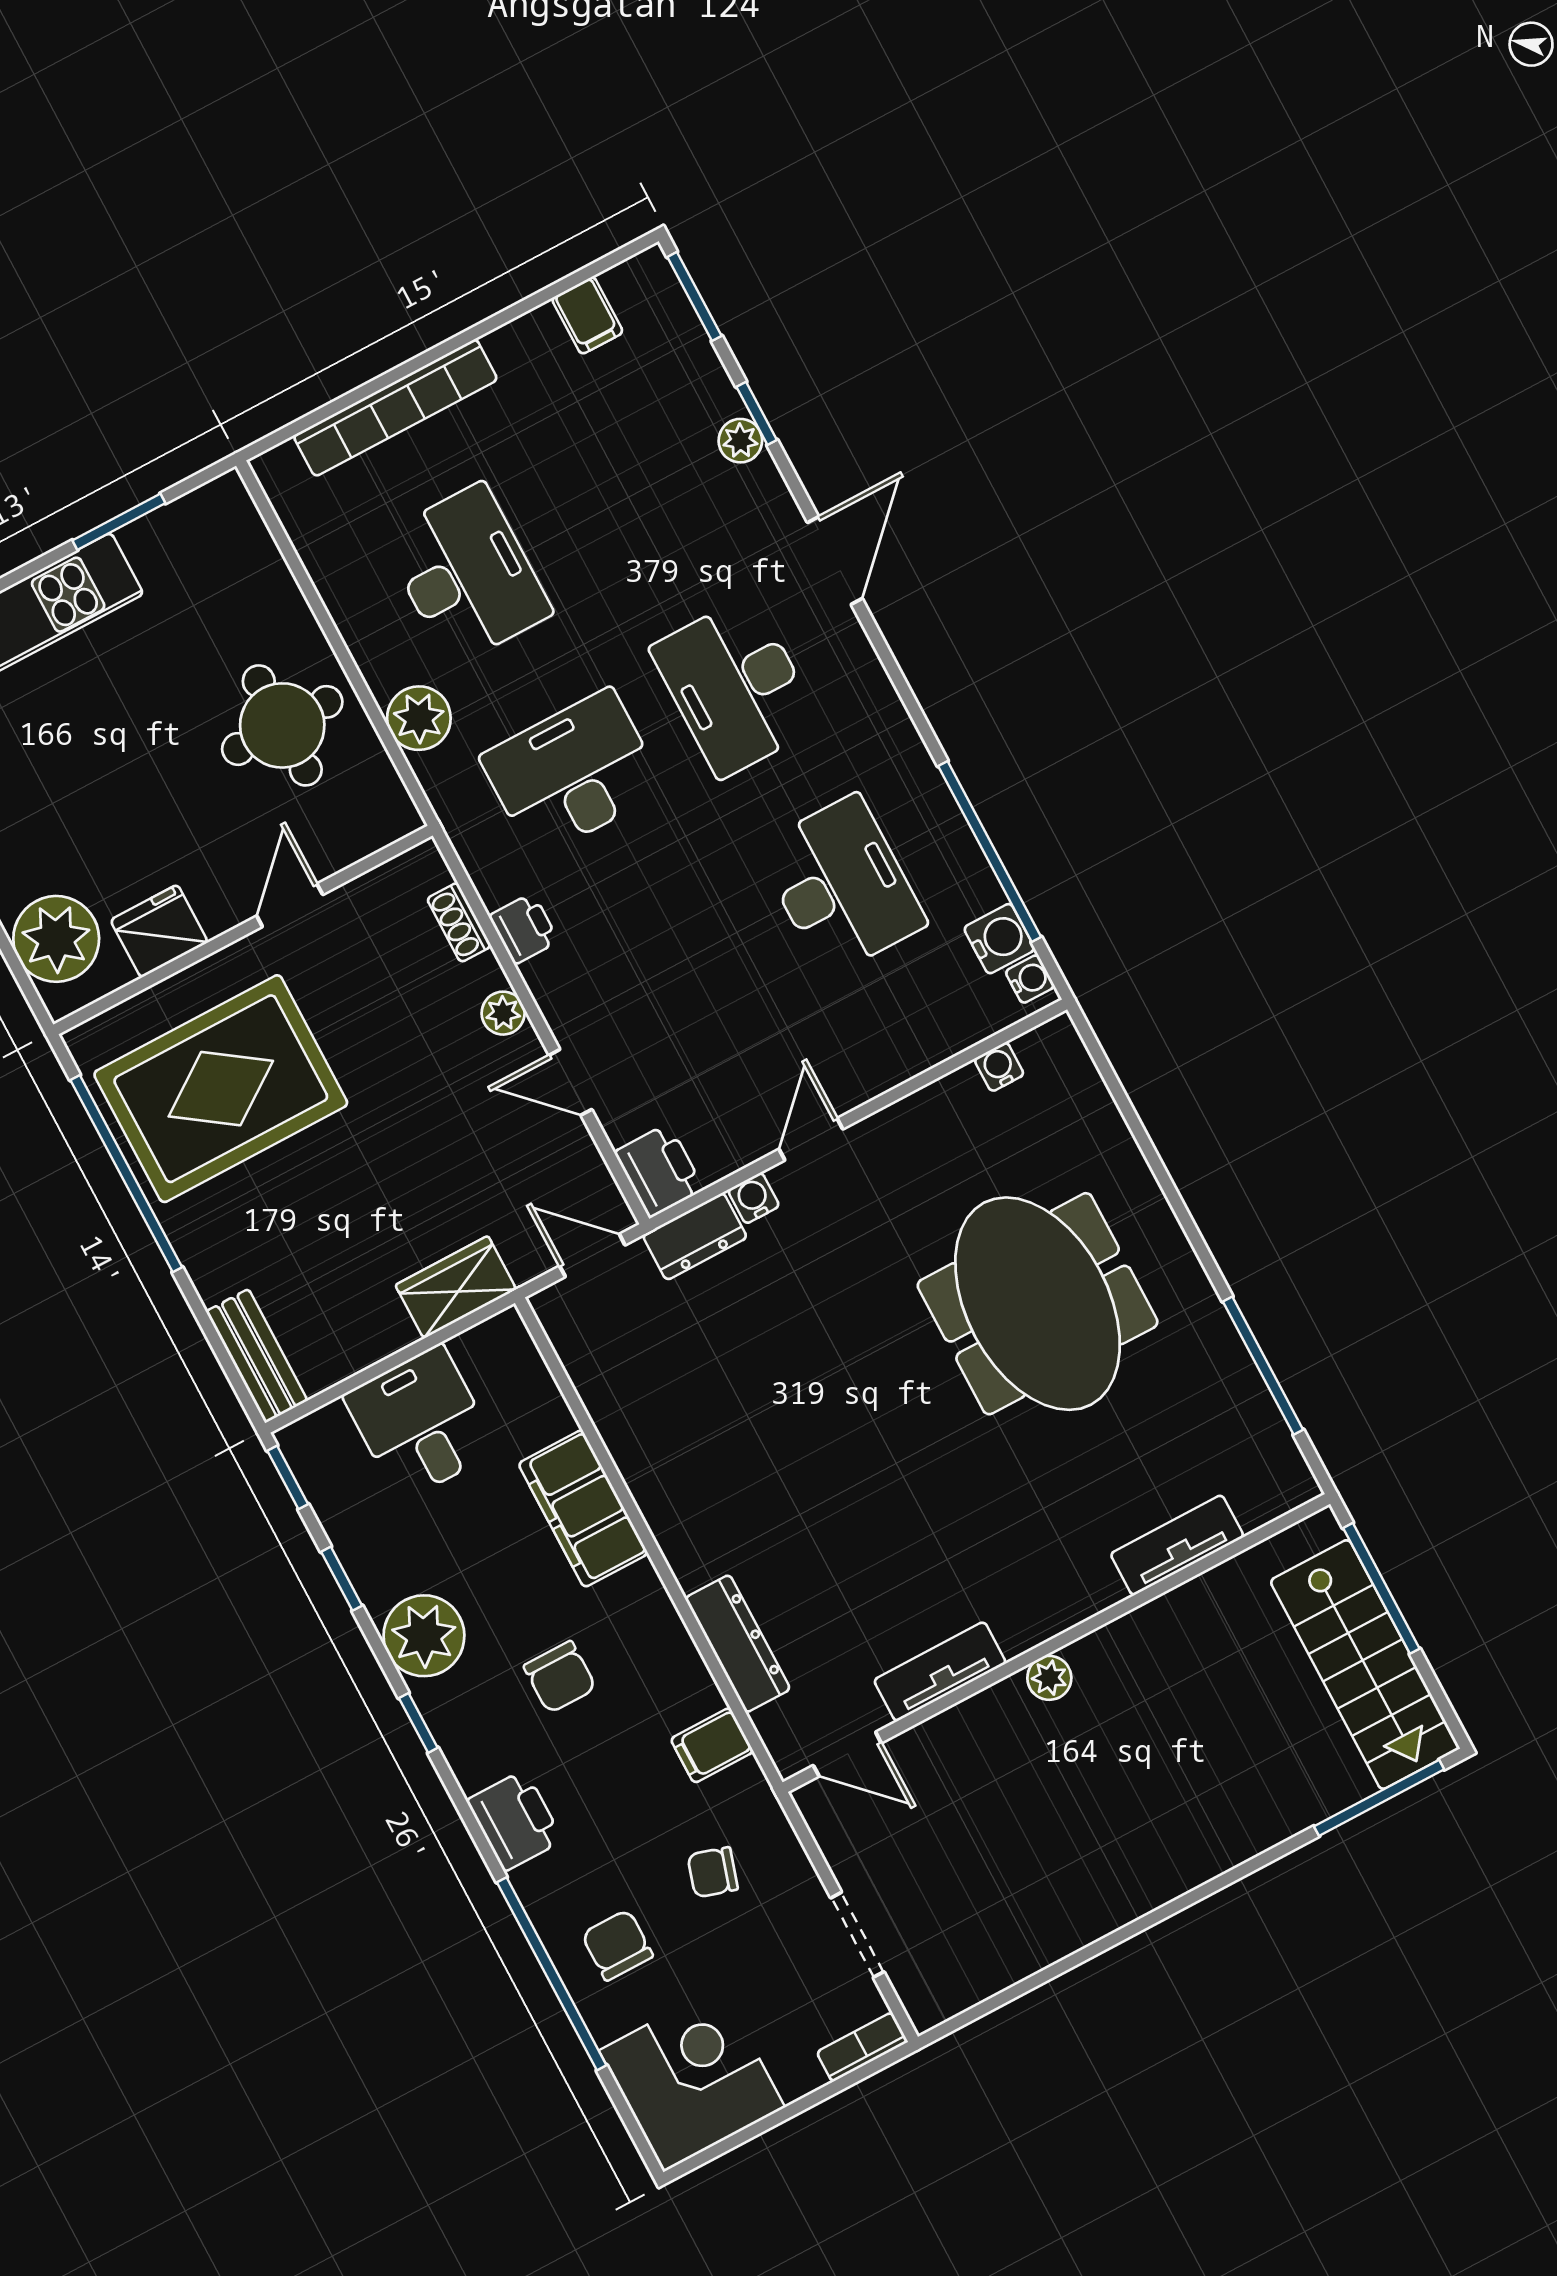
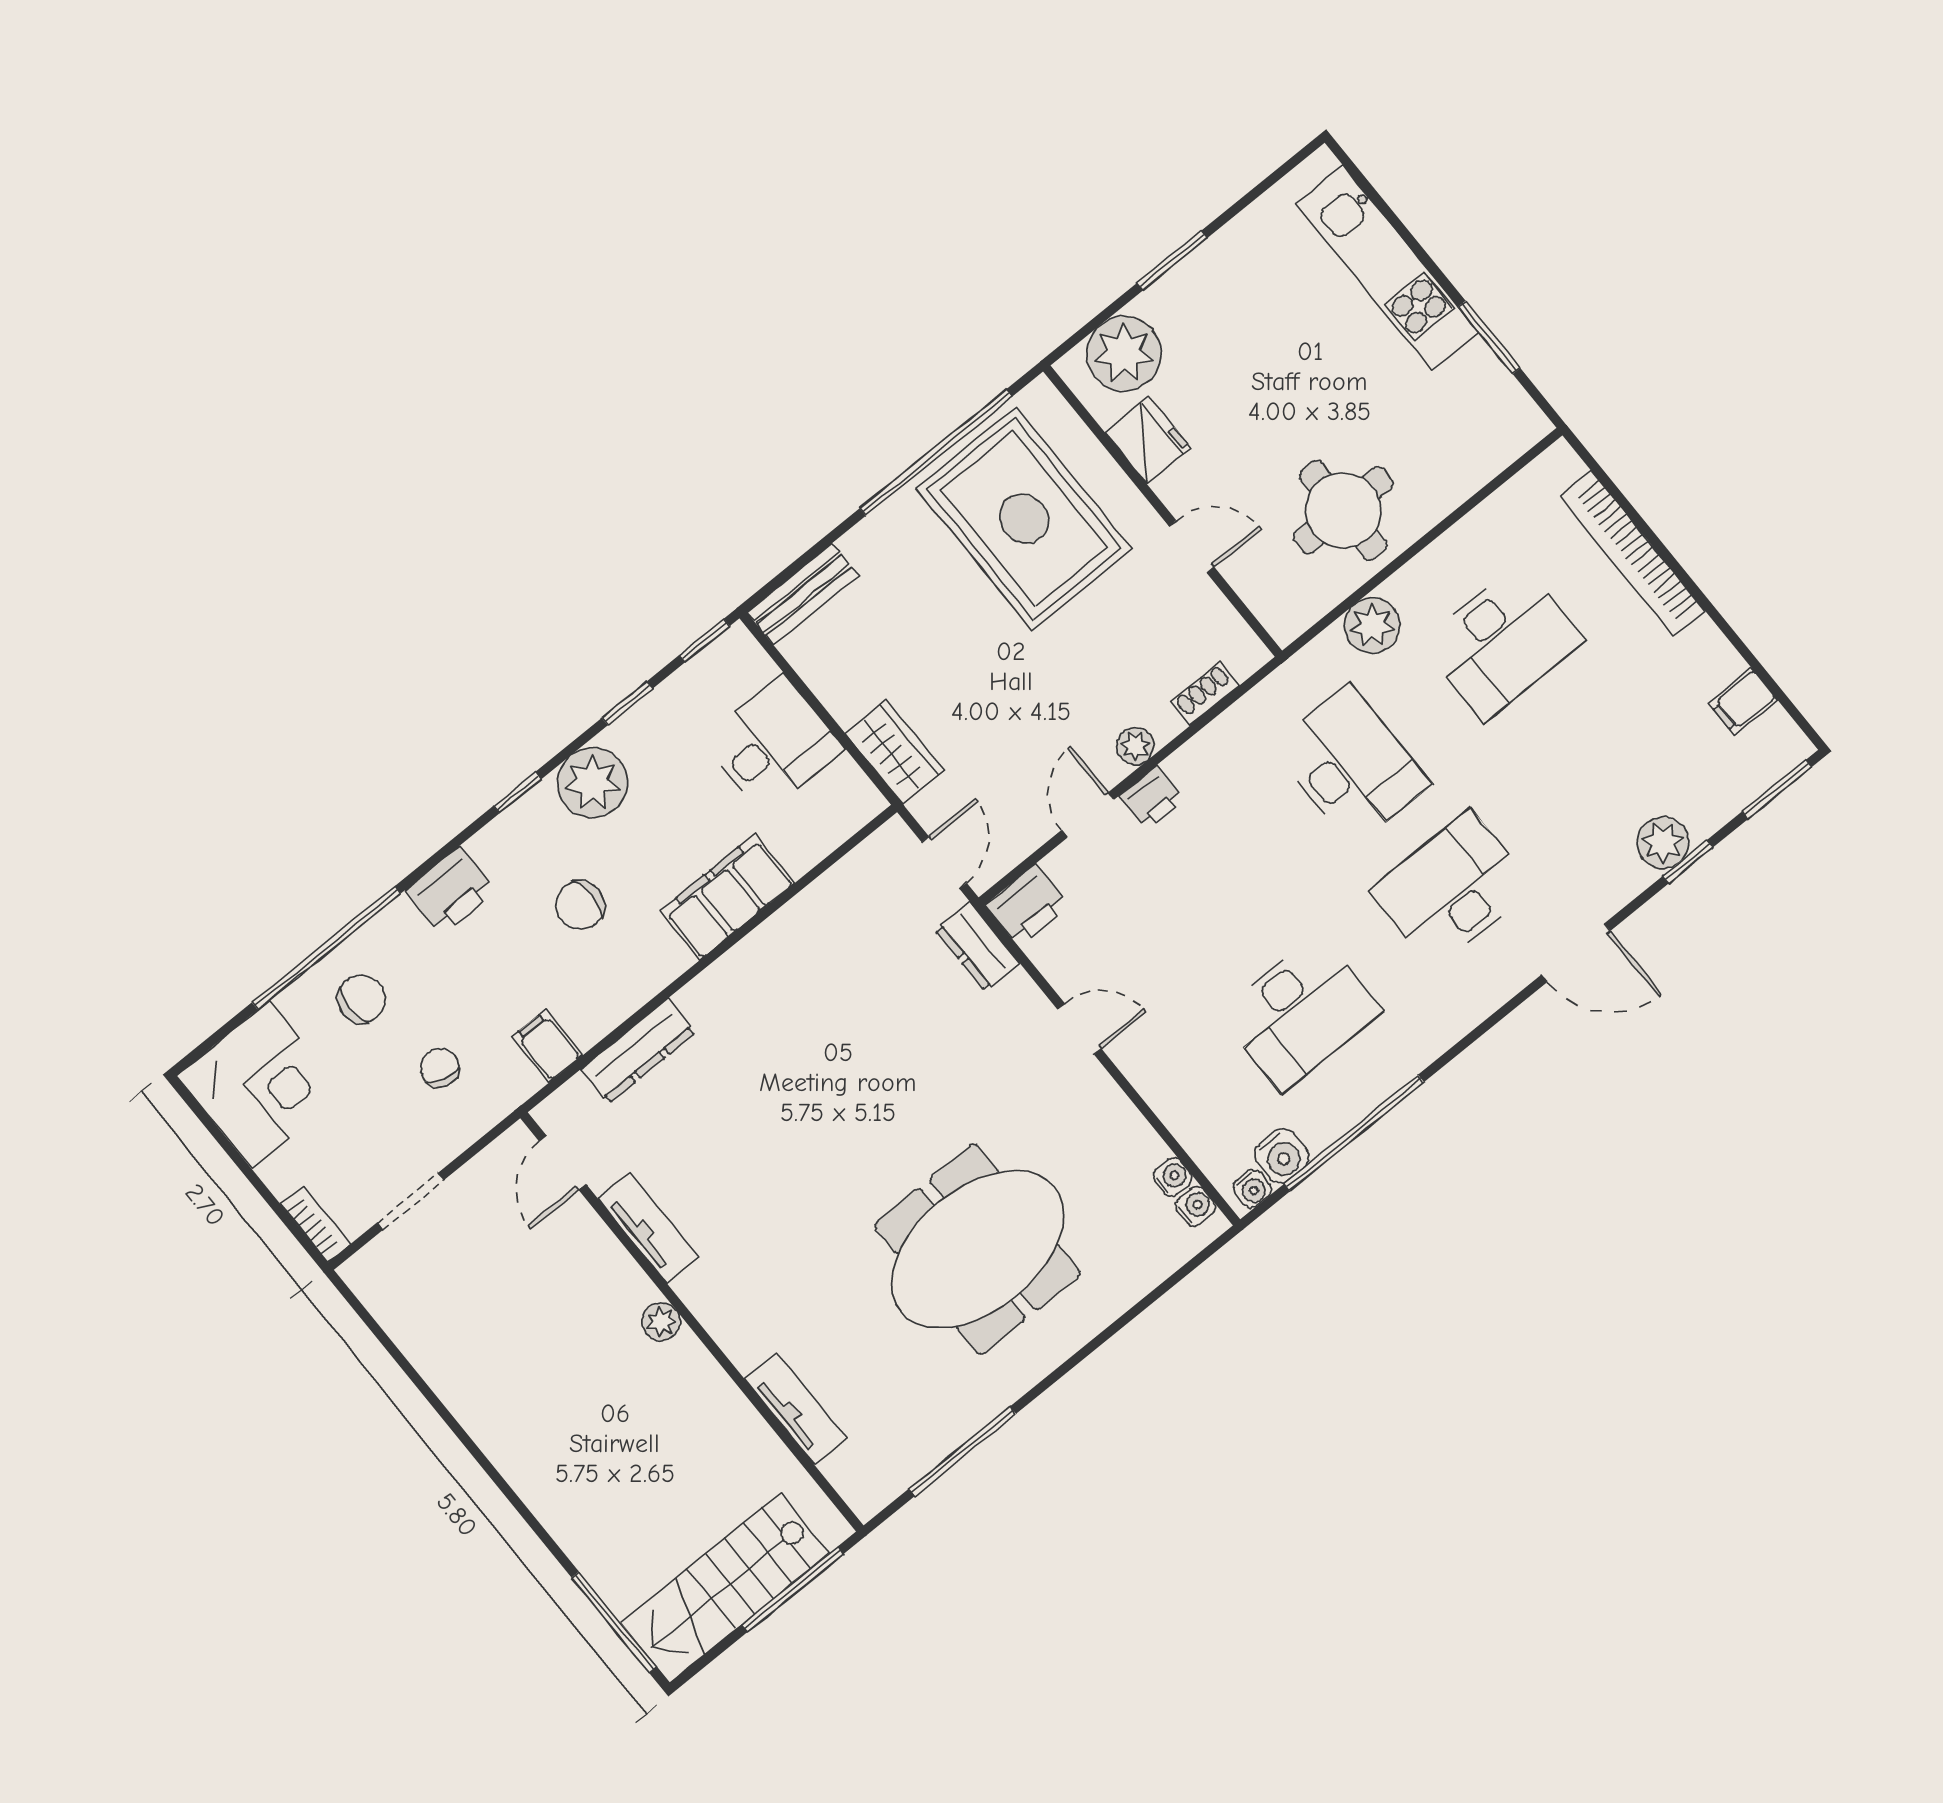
plant: (740, 441) -> (1663, 842), width x1.38, depth x1.38
printer: (524, 929) -> (1151, 798), moved
water cooler: (754, 1198) -> (1195, 1206), moved

